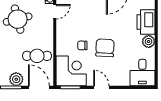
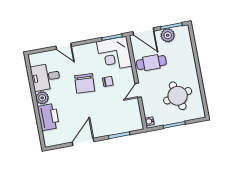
door: (55, 12) -> (138, 90), moved
desk: (142, 73) -> (46, 77), moved, turned -90
door: (101, 87) -> (64, 46), moved

